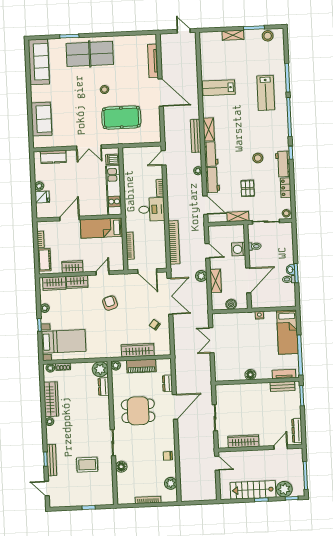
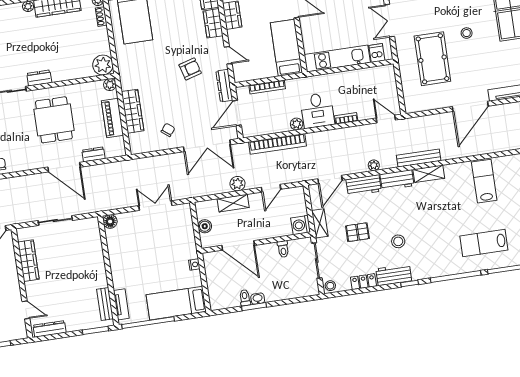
plant: (160, 226) -> (297, 124), added
washing machine: (239, 249) -> (301, 225), moved, turned -90
dresser: (125, 278) -> (224, 86), added
floor lamp: (250, 375) -> (110, 222), moved
dresser: (104, 387) -> (39, 78), moved

